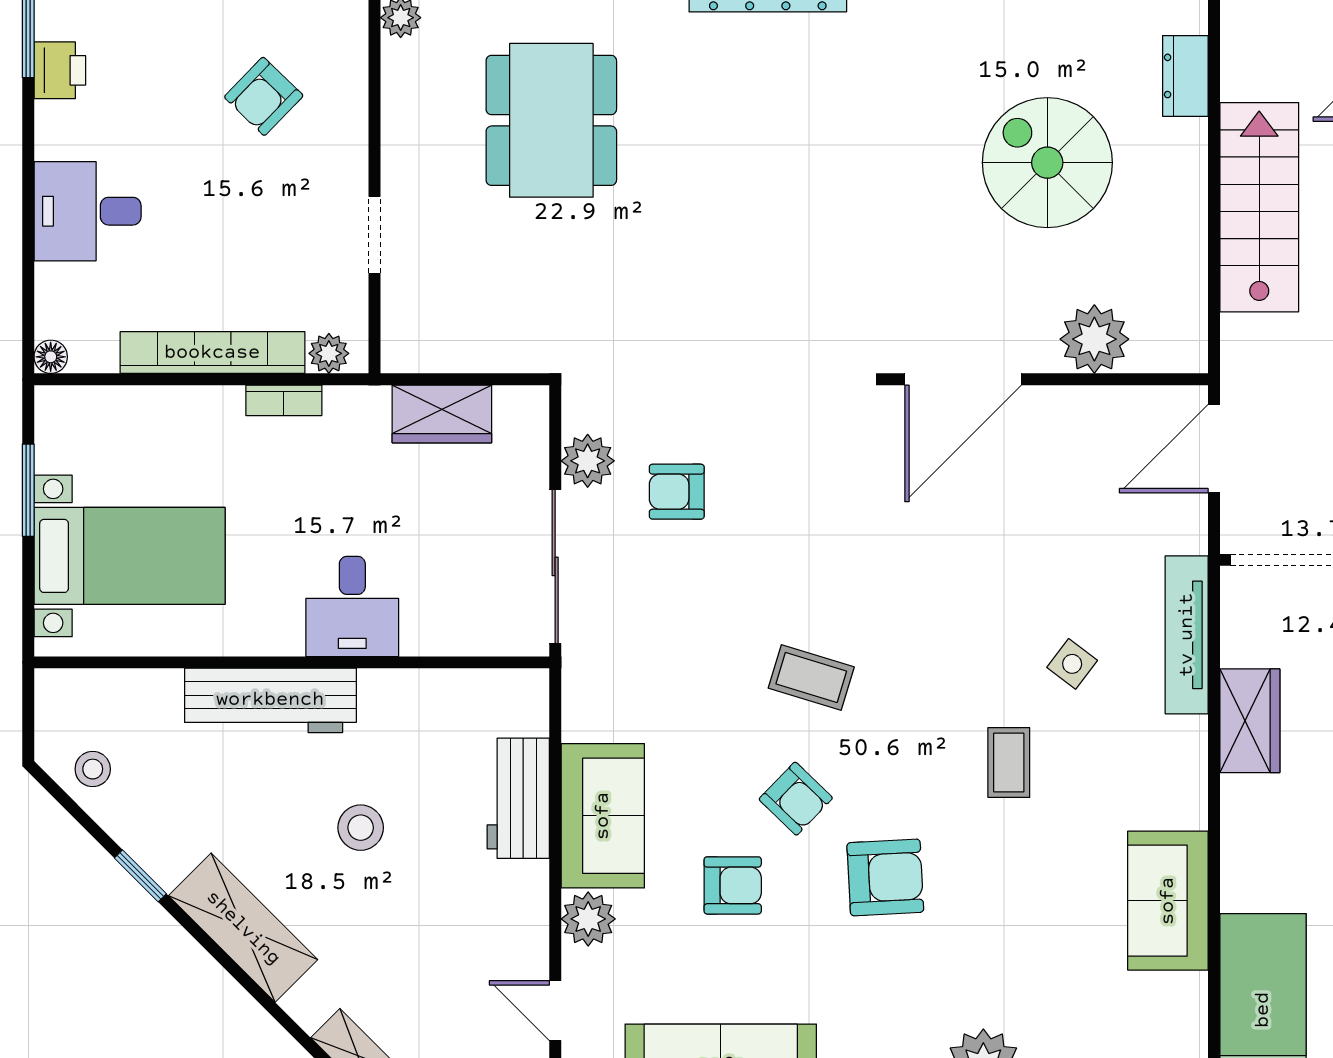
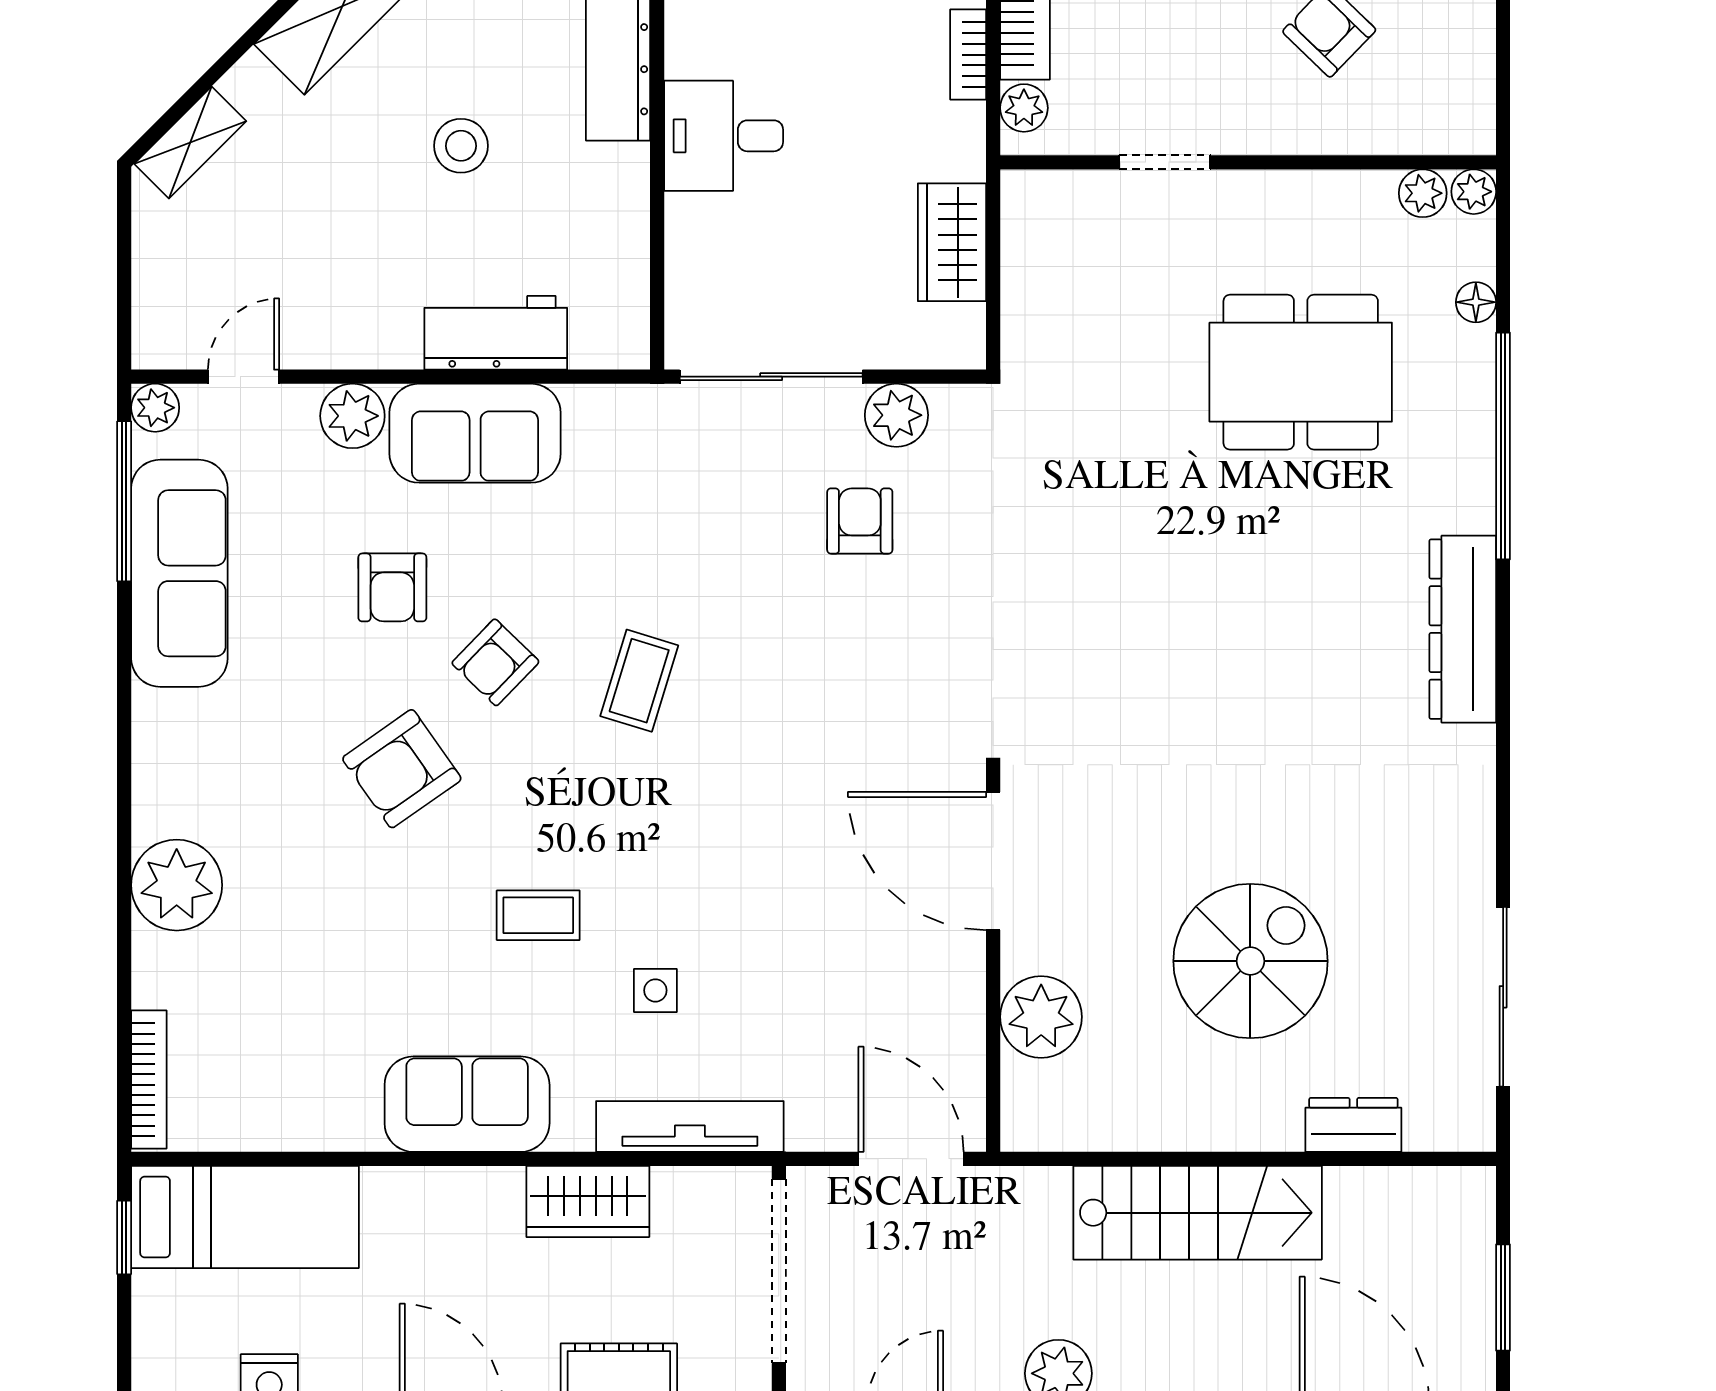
side table: (1072, 664) -> (655, 990), turned -37
armchair: (885, 877) -> (402, 769), turned 58
sofa: (1168, 901) -> (467, 1104), moved

